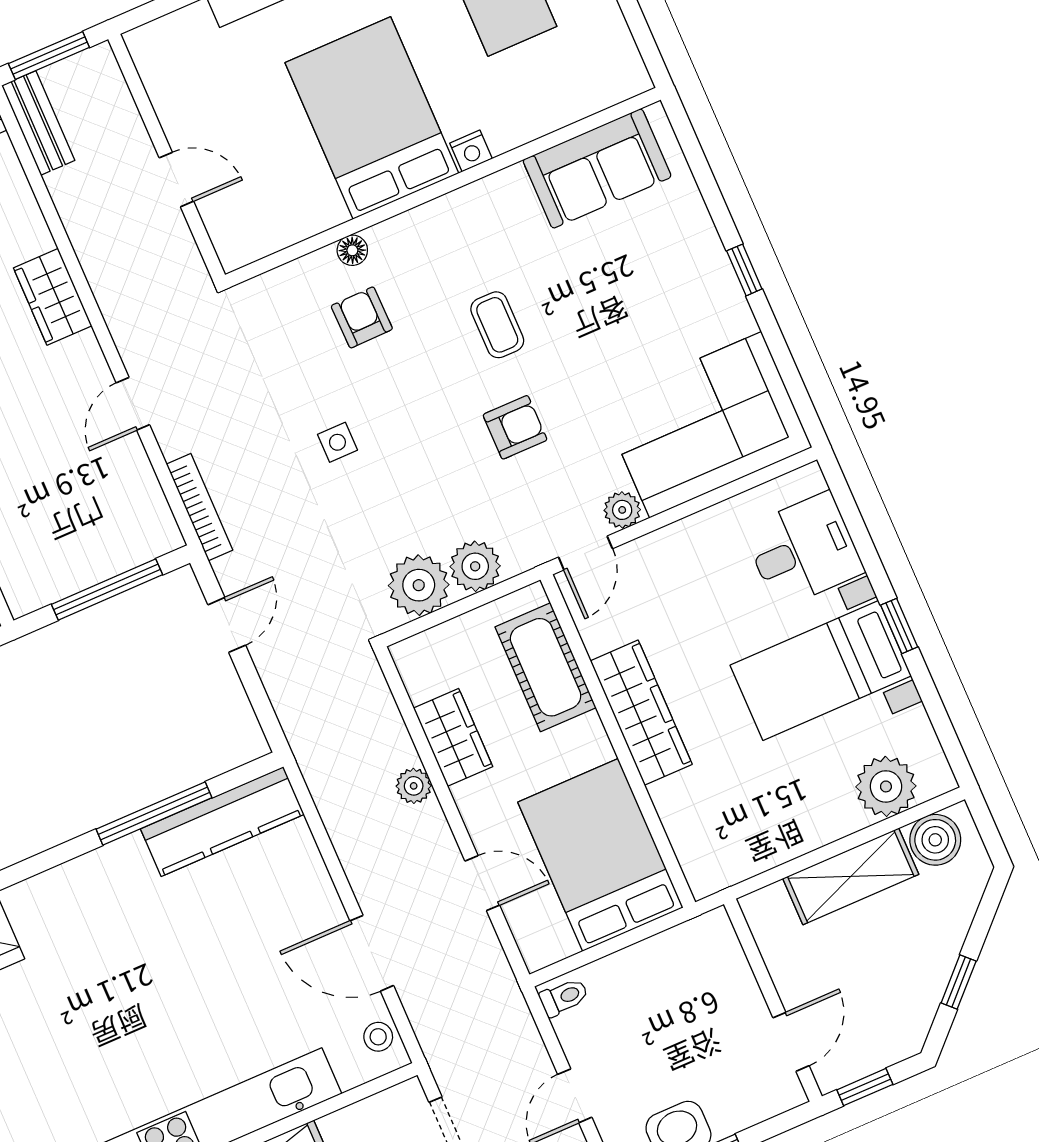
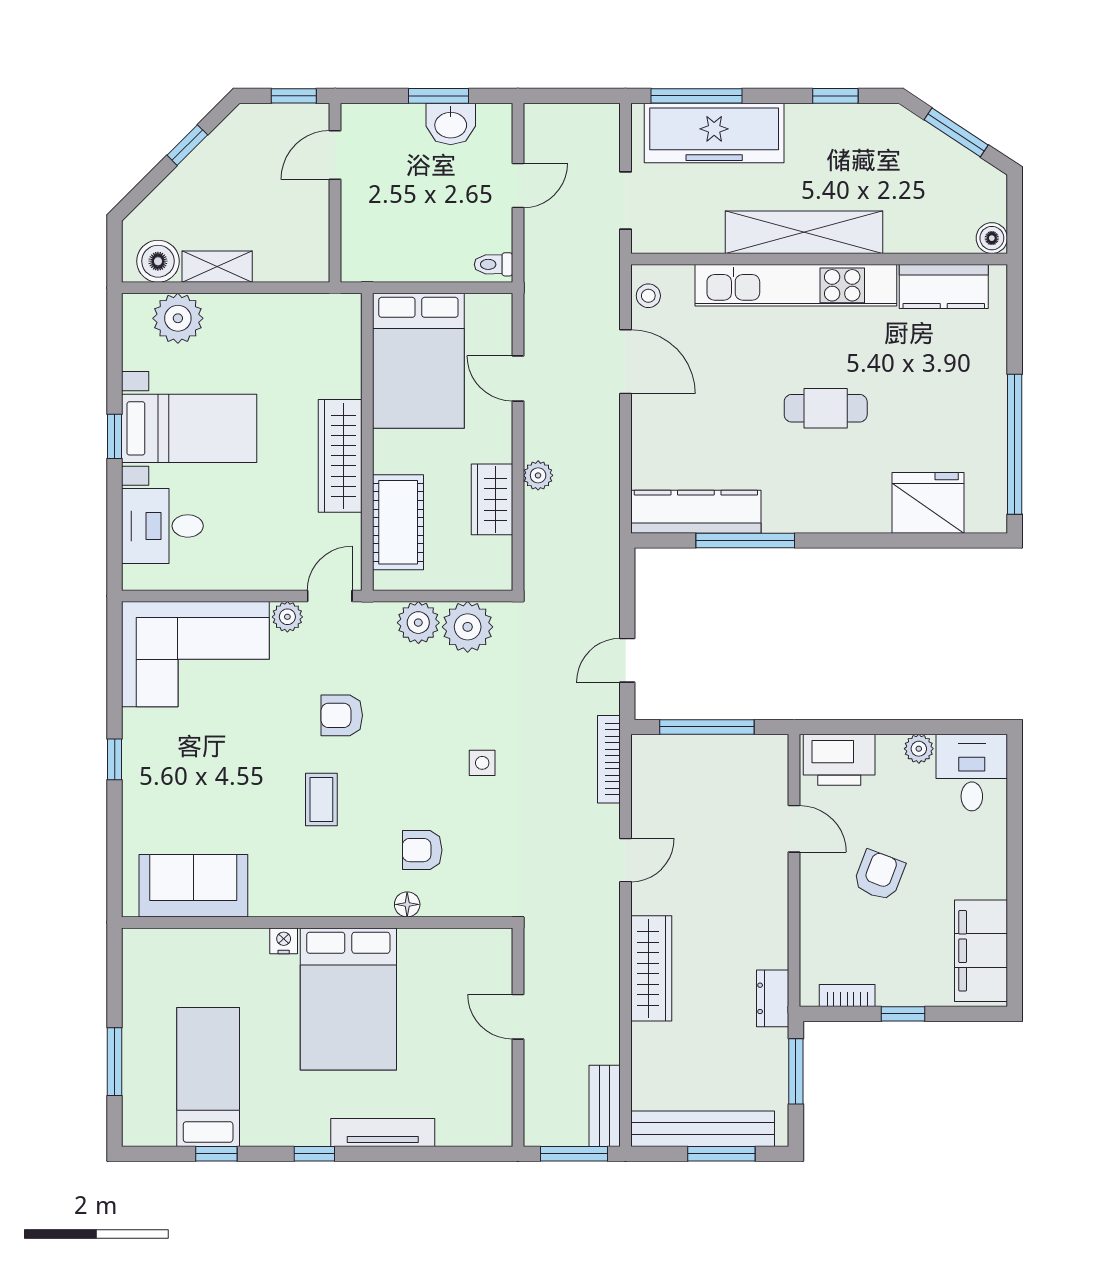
wardrobe: (53, 297) -> (651, 968), width x1.50
armchair: (362, 317) -> (422, 850), turned 91
shelving: (851, 876) -> (217, 267), width x0.67, depth x0.75
cafe table: (129, 998) -> (826, 408), added

